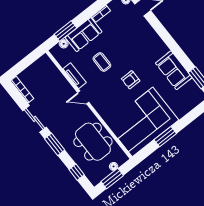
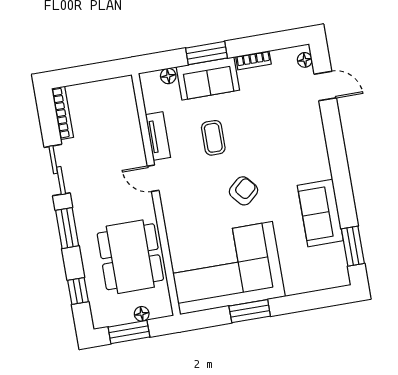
window: (65, 31) -> (207, 53), moved
armchair: (131, 80) -> (244, 191), turned 139

